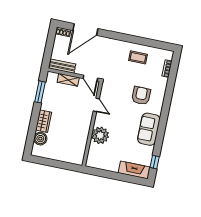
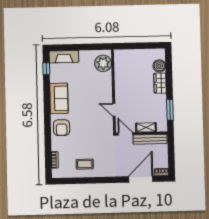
bench: (62, 66) -> (150, 139), width x1.36
armchair: (141, 96) -> (62, 128), moved
plant: (100, 135) -> (103, 63), moved

